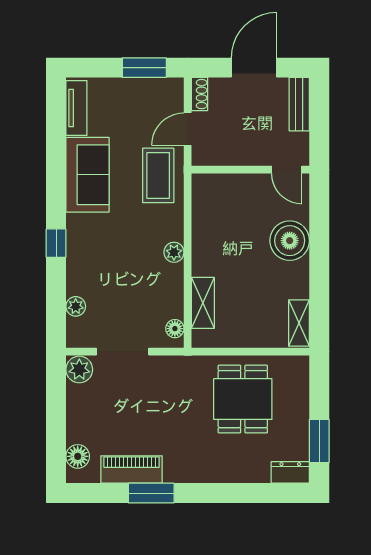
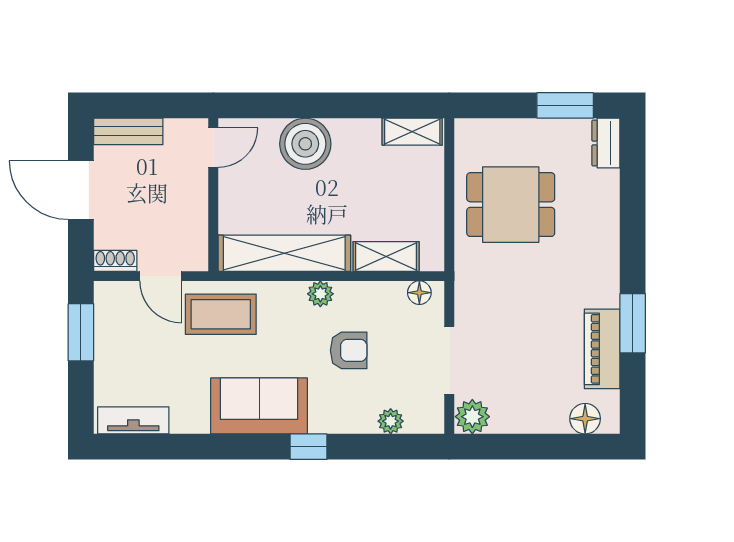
sofa: (88, 175) -> (259, 406), moved
shelving: (205, 224) -> (284, 253), added
armchair: (130, 274) -> (349, 350), added

